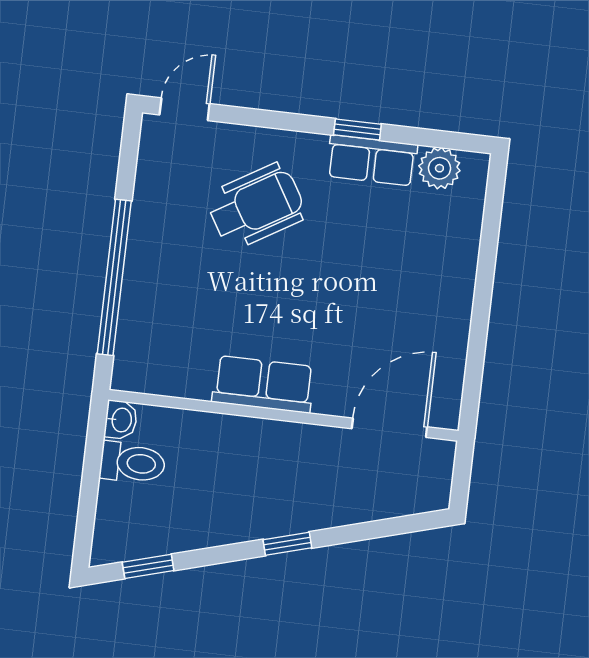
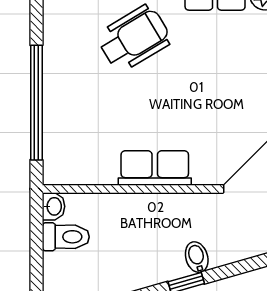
bidet: (306, 511) -> (197, 257), added

